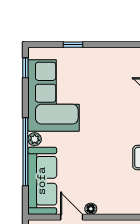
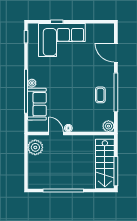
corner sofa: (54, 96) -> (62, 40), moved, turned 90
sofa: (42, 181) -> (37, 104), width x0.73

